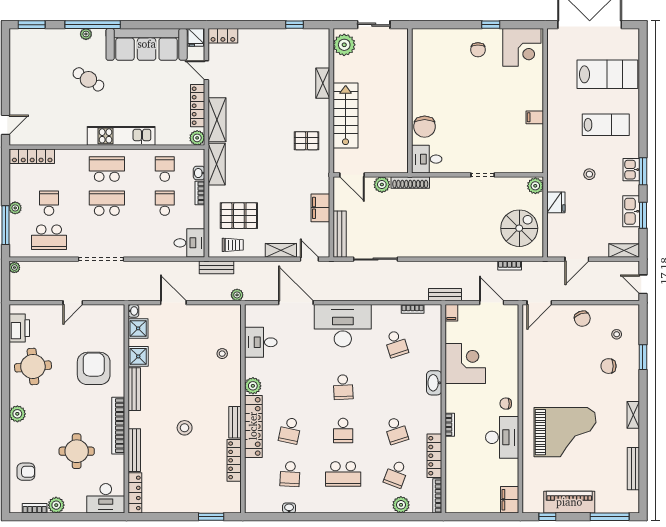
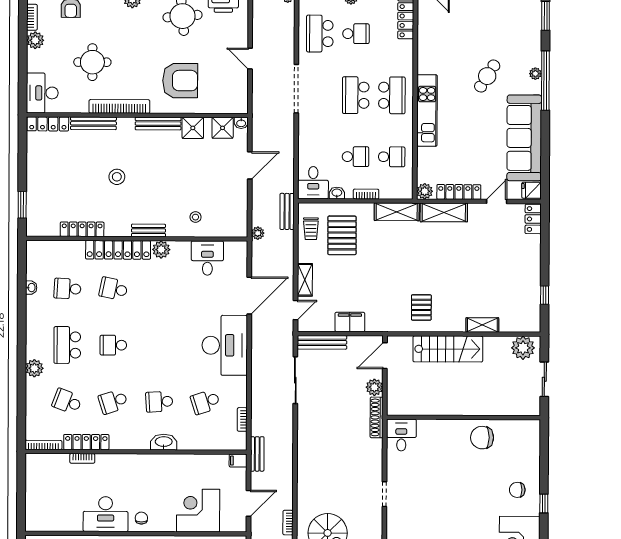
chair: (425, 127) -> (482, 438), moved
washbasin: (199, 173) -> (337, 193), moved
school desk: (107, 203) -> (356, 95), turned 180
corner desk: (465, 364) -> (198, 511), moved, turned 180
school desk: (343, 387) -> (159, 402), moved
bench: (235, 422) -> (149, 230), moved
bookcase: (450, 425) -> (82, 458), moved
filing cabinet: (510, 500) -> (39, 522), removed
plant: (401, 505) -> (34, 368), moved

